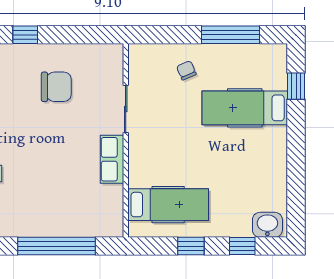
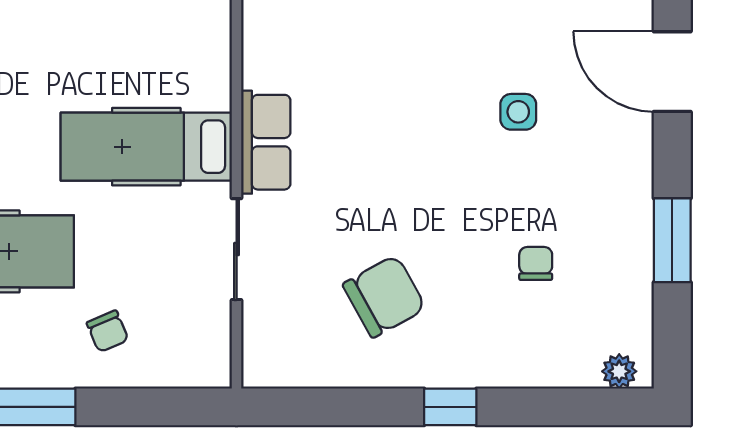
chair: (56, 87) -> (384, 296), turned 151
hospital bed: (168, 205) -> (146, 147), moved

